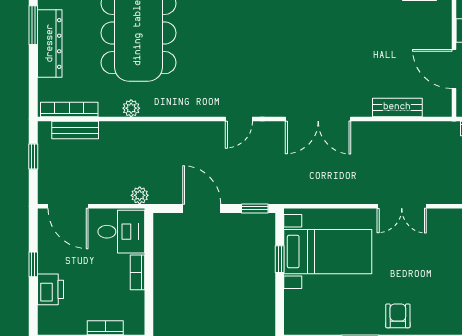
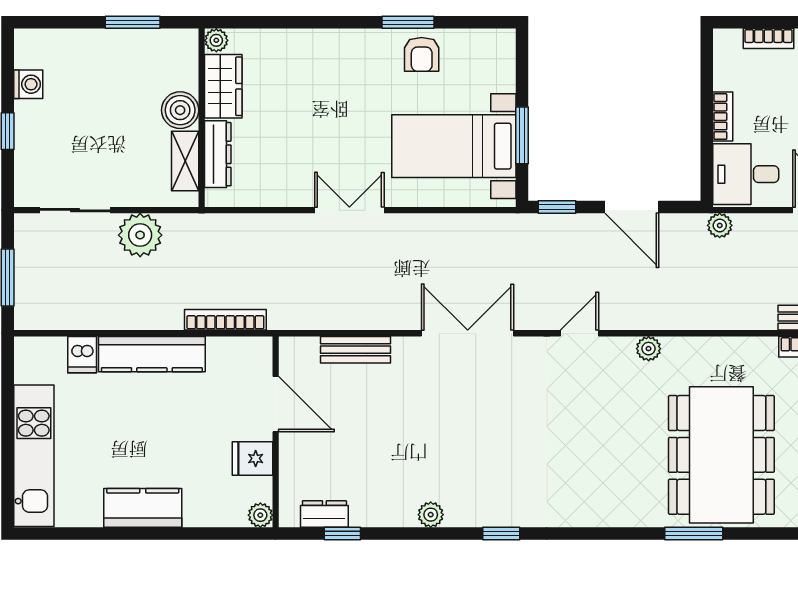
plant: (131, 108) -> (649, 349), moved
window: (280, 259) -> (522, 135), width x1.50
armchair: (398, 316) -> (422, 54), moved

